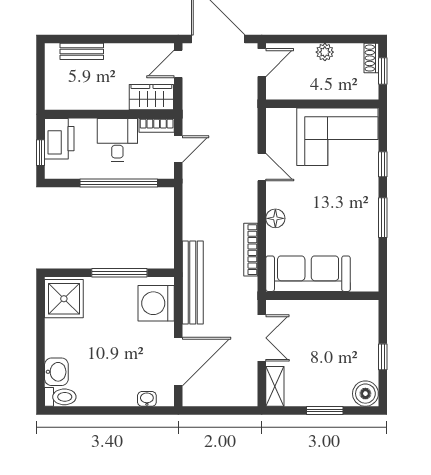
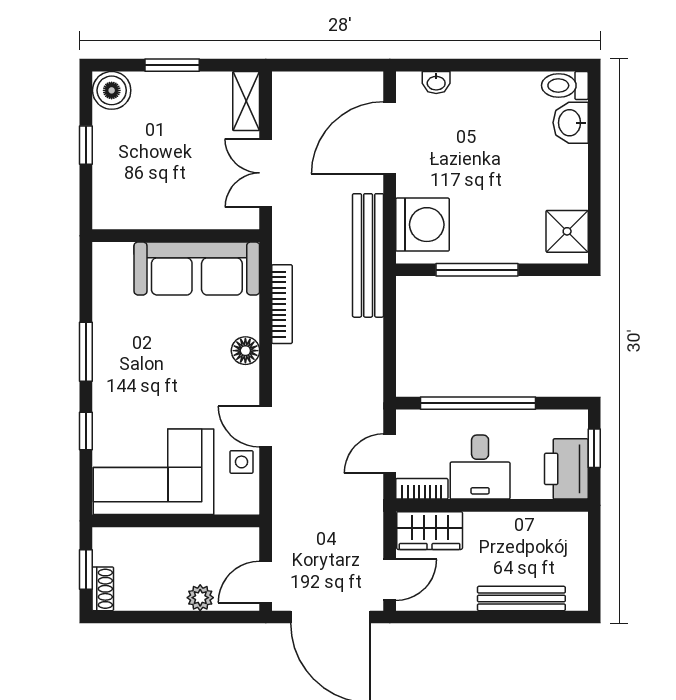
bench: (82, 51) -> (521, 598), width x1.36
plant: (325, 52) -> (200, 598), moved
side table: (278, 143) -> (242, 462), added
shower: (64, 299) -> (567, 231), width x0.73, depth x0.73

